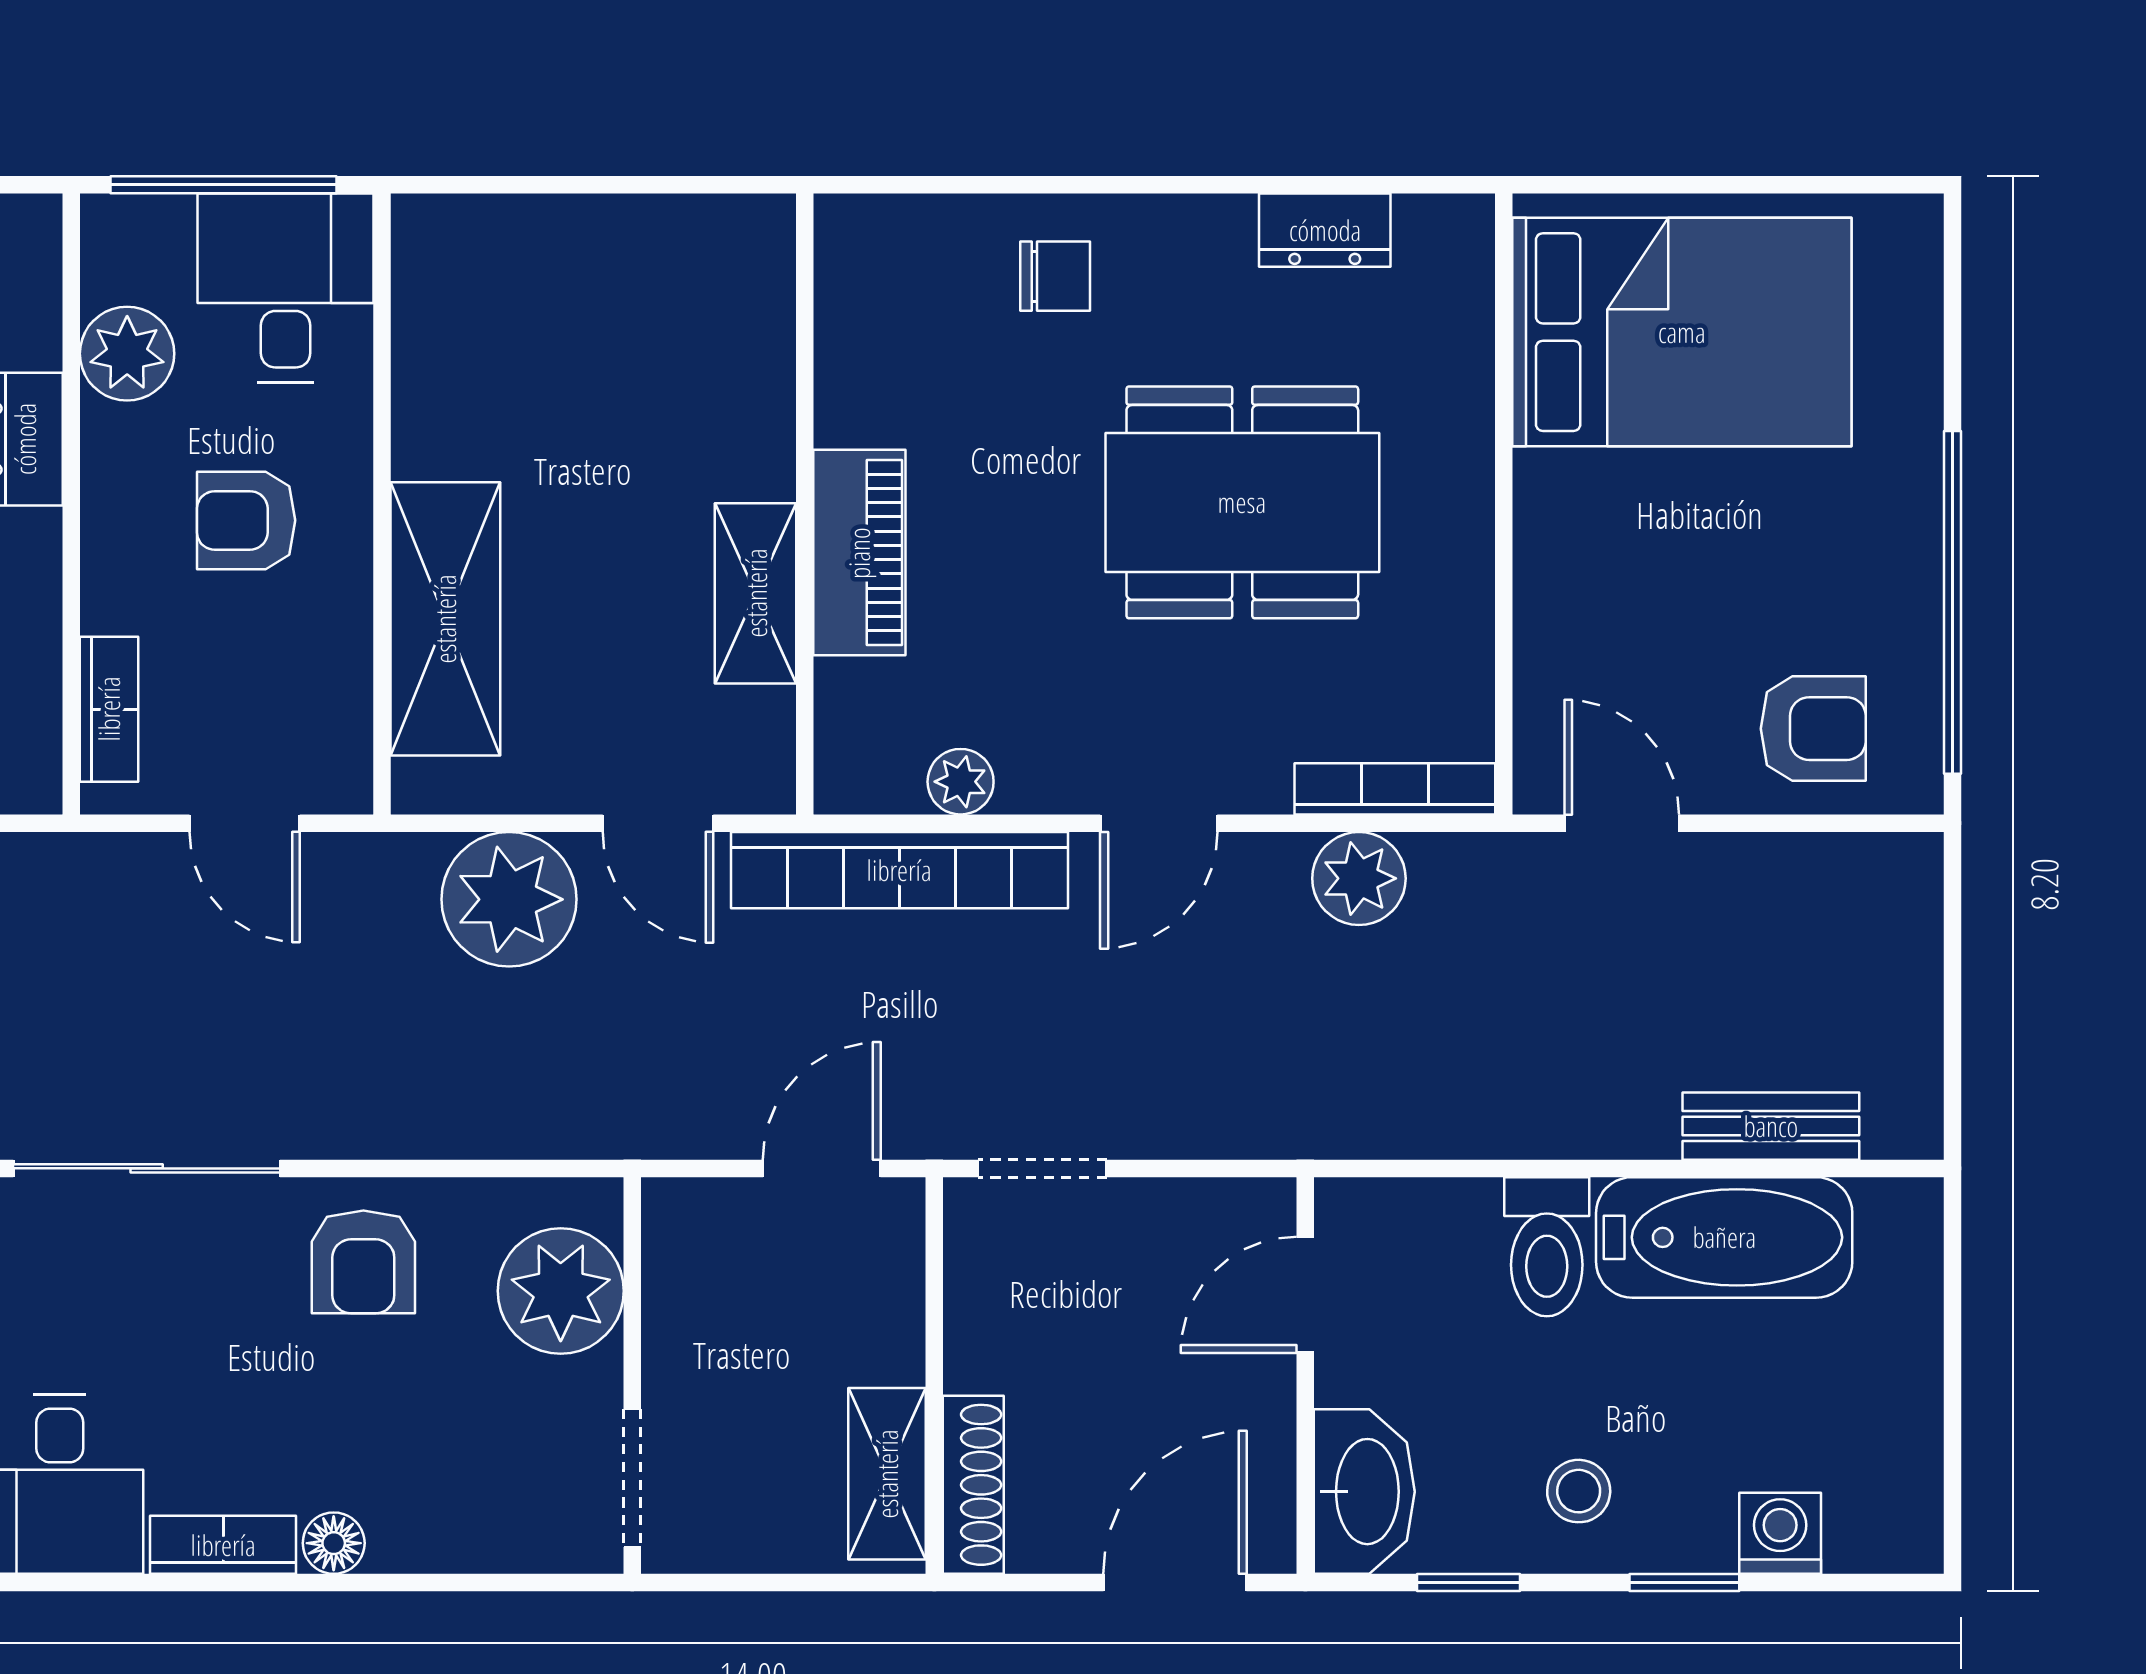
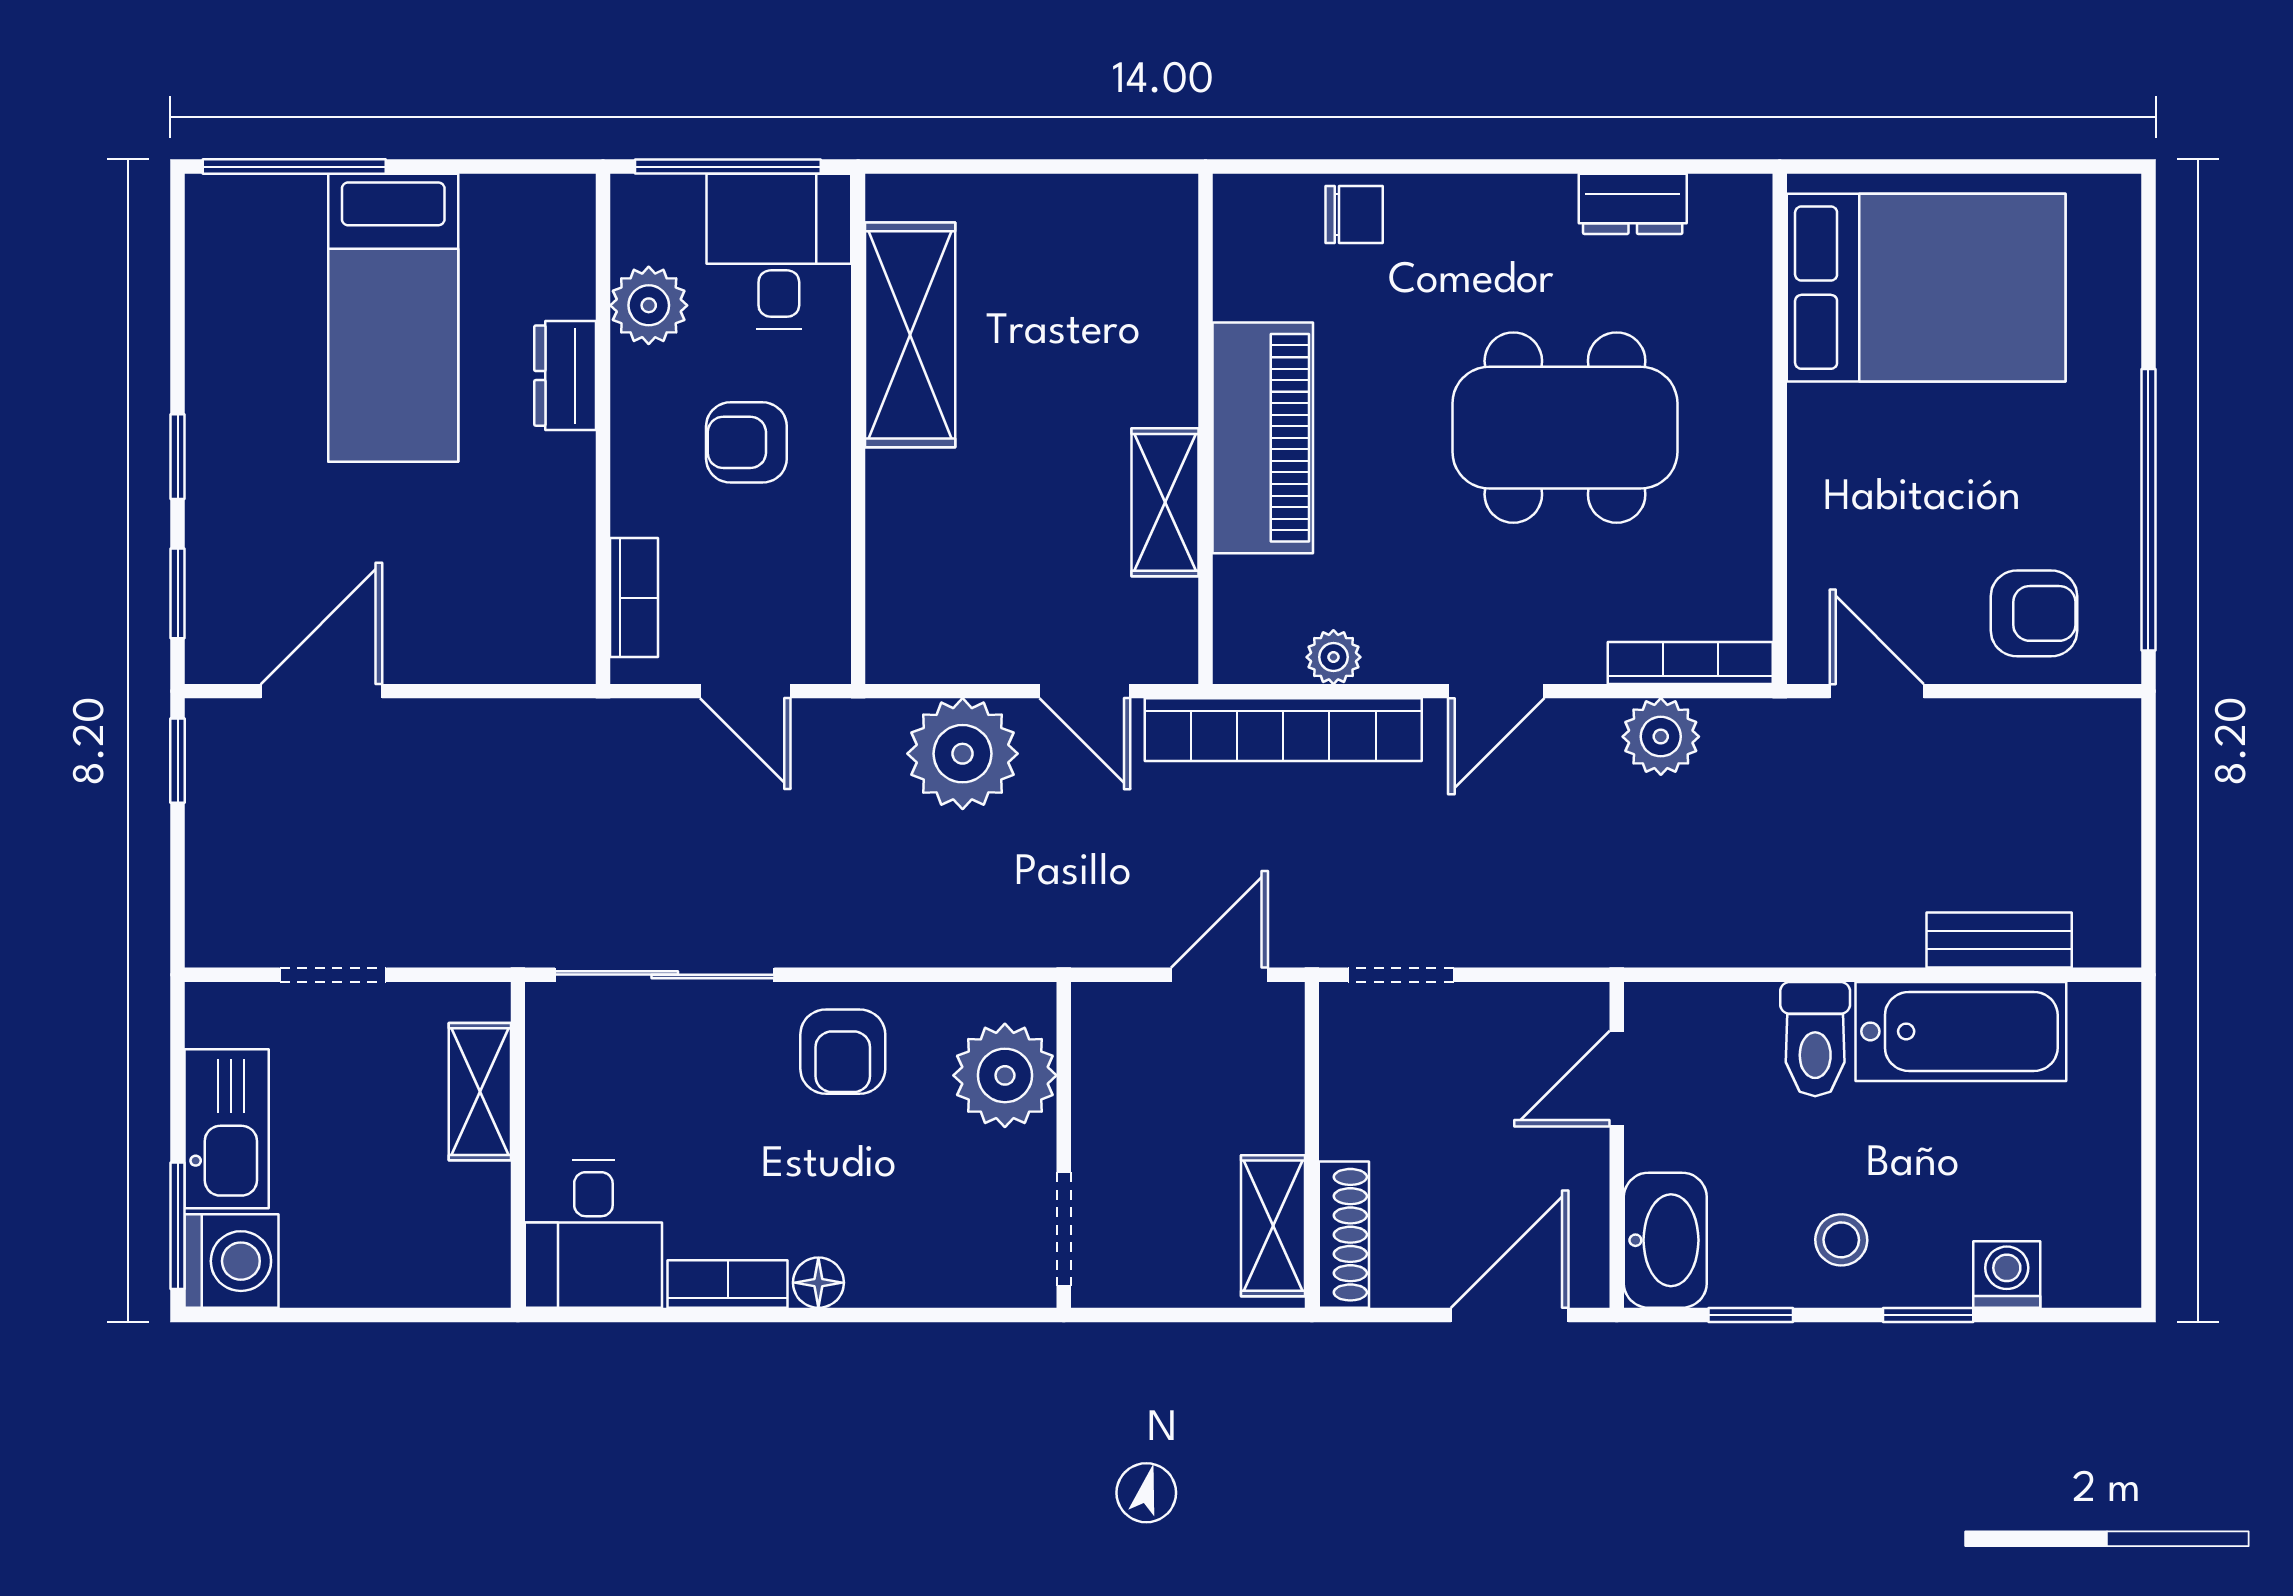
chair: (1055, 276) -> (1354, 214), moved
piano: (859, 553) -> (1263, 438), width x1.37, depth x1.33
shelving: (445, 619) -> (910, 335), moved

